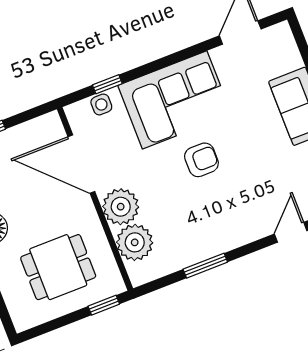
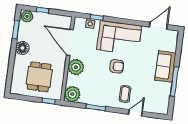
coffee table: (249, 206) -> (125, 94), added
plant: (135, 242) -> (72, 94), moved
dining table: (58, 267) -> (39, 77), turned 90

